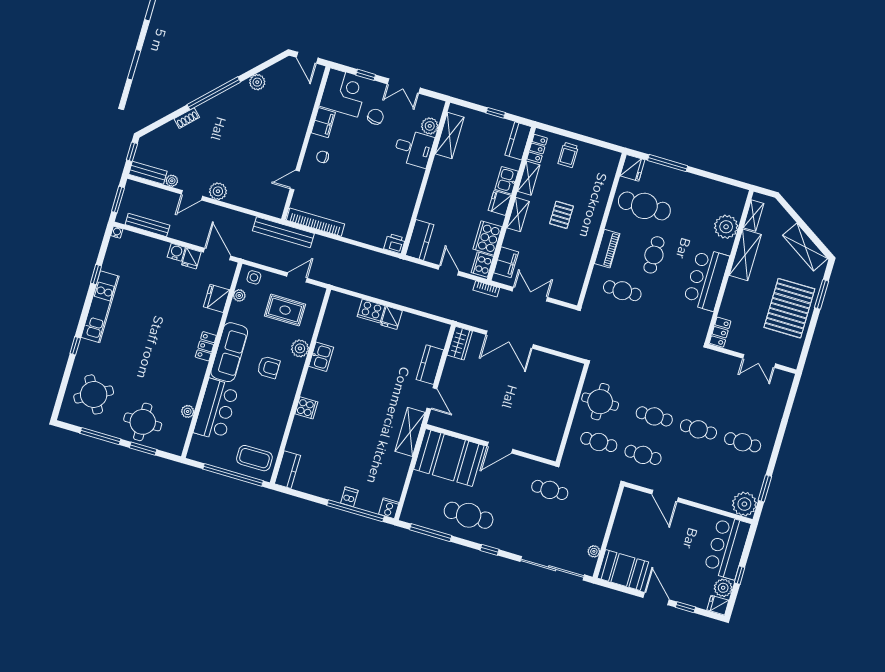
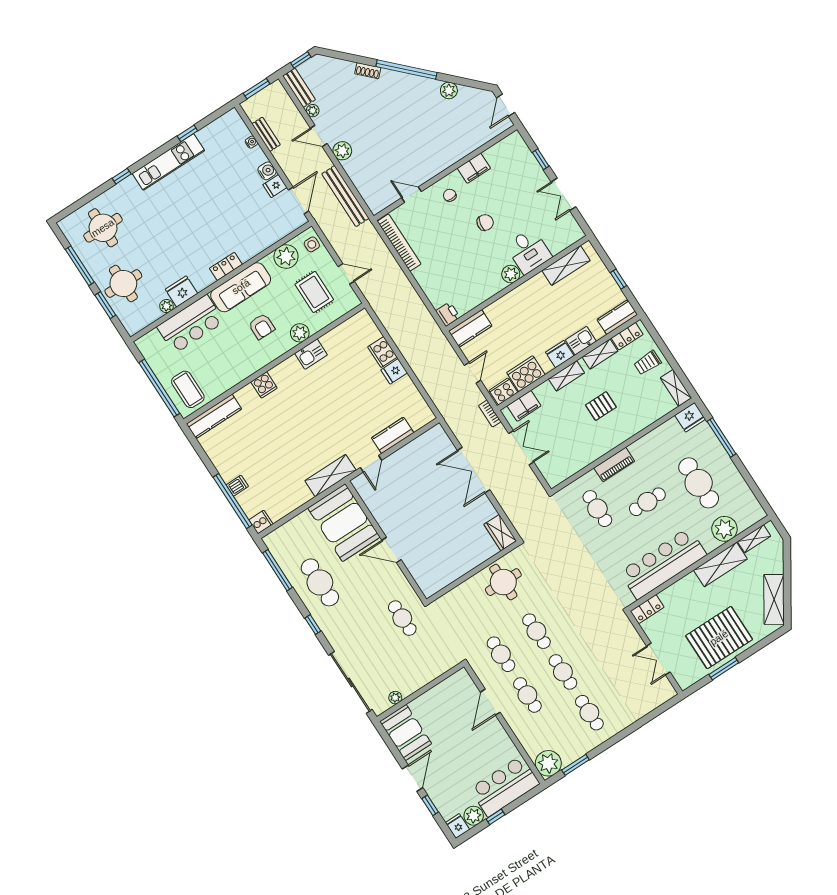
corner desk: (344, 93) -> (511, 158), removed
chair: (375, 117) -> (485, 223), moved
plant: (430, 126) -> (511, 274), moved
shelving: (604, 155) -> (676, 388), added
cafe table: (644, 206) -> (699, 483), moved
bench: (147, 225) -> (266, 134), width x0.73
water cooler: (117, 232) -> (251, 142), moved
bench: (283, 232) -> (345, 196), moved
bar counter: (706, 279) -> (663, 563), width x1.36
window: (822, 294) -> (724, 669), moved
plant: (239, 295) -> (286, 257), width x1.88, depth x1.88
fridge: (217, 298) -> (181, 291), moved
wardrobe: (460, 343) -> (500, 533), moved, turned 90
round table: (94, 394) -> (103, 228), turned 30
cafe table: (599, 442) -> (527, 695), moved
kitchen counter: (287, 470) -> (214, 416), width x1.50

